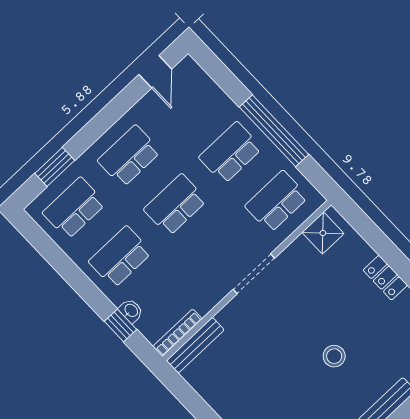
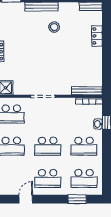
door: (155, 72) -> (26, 199), moved
stool: (334, 356) -> (54, 27), moved

